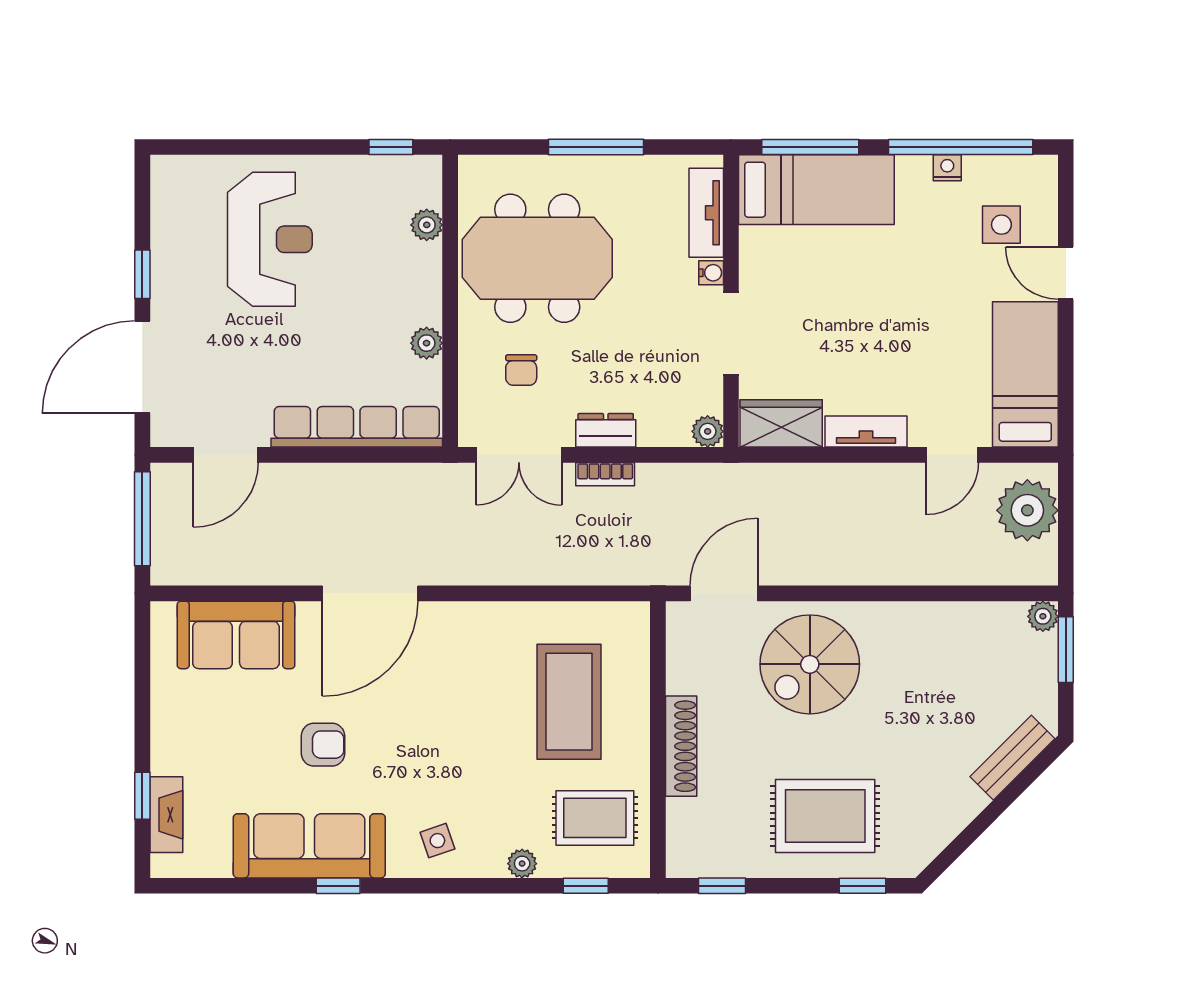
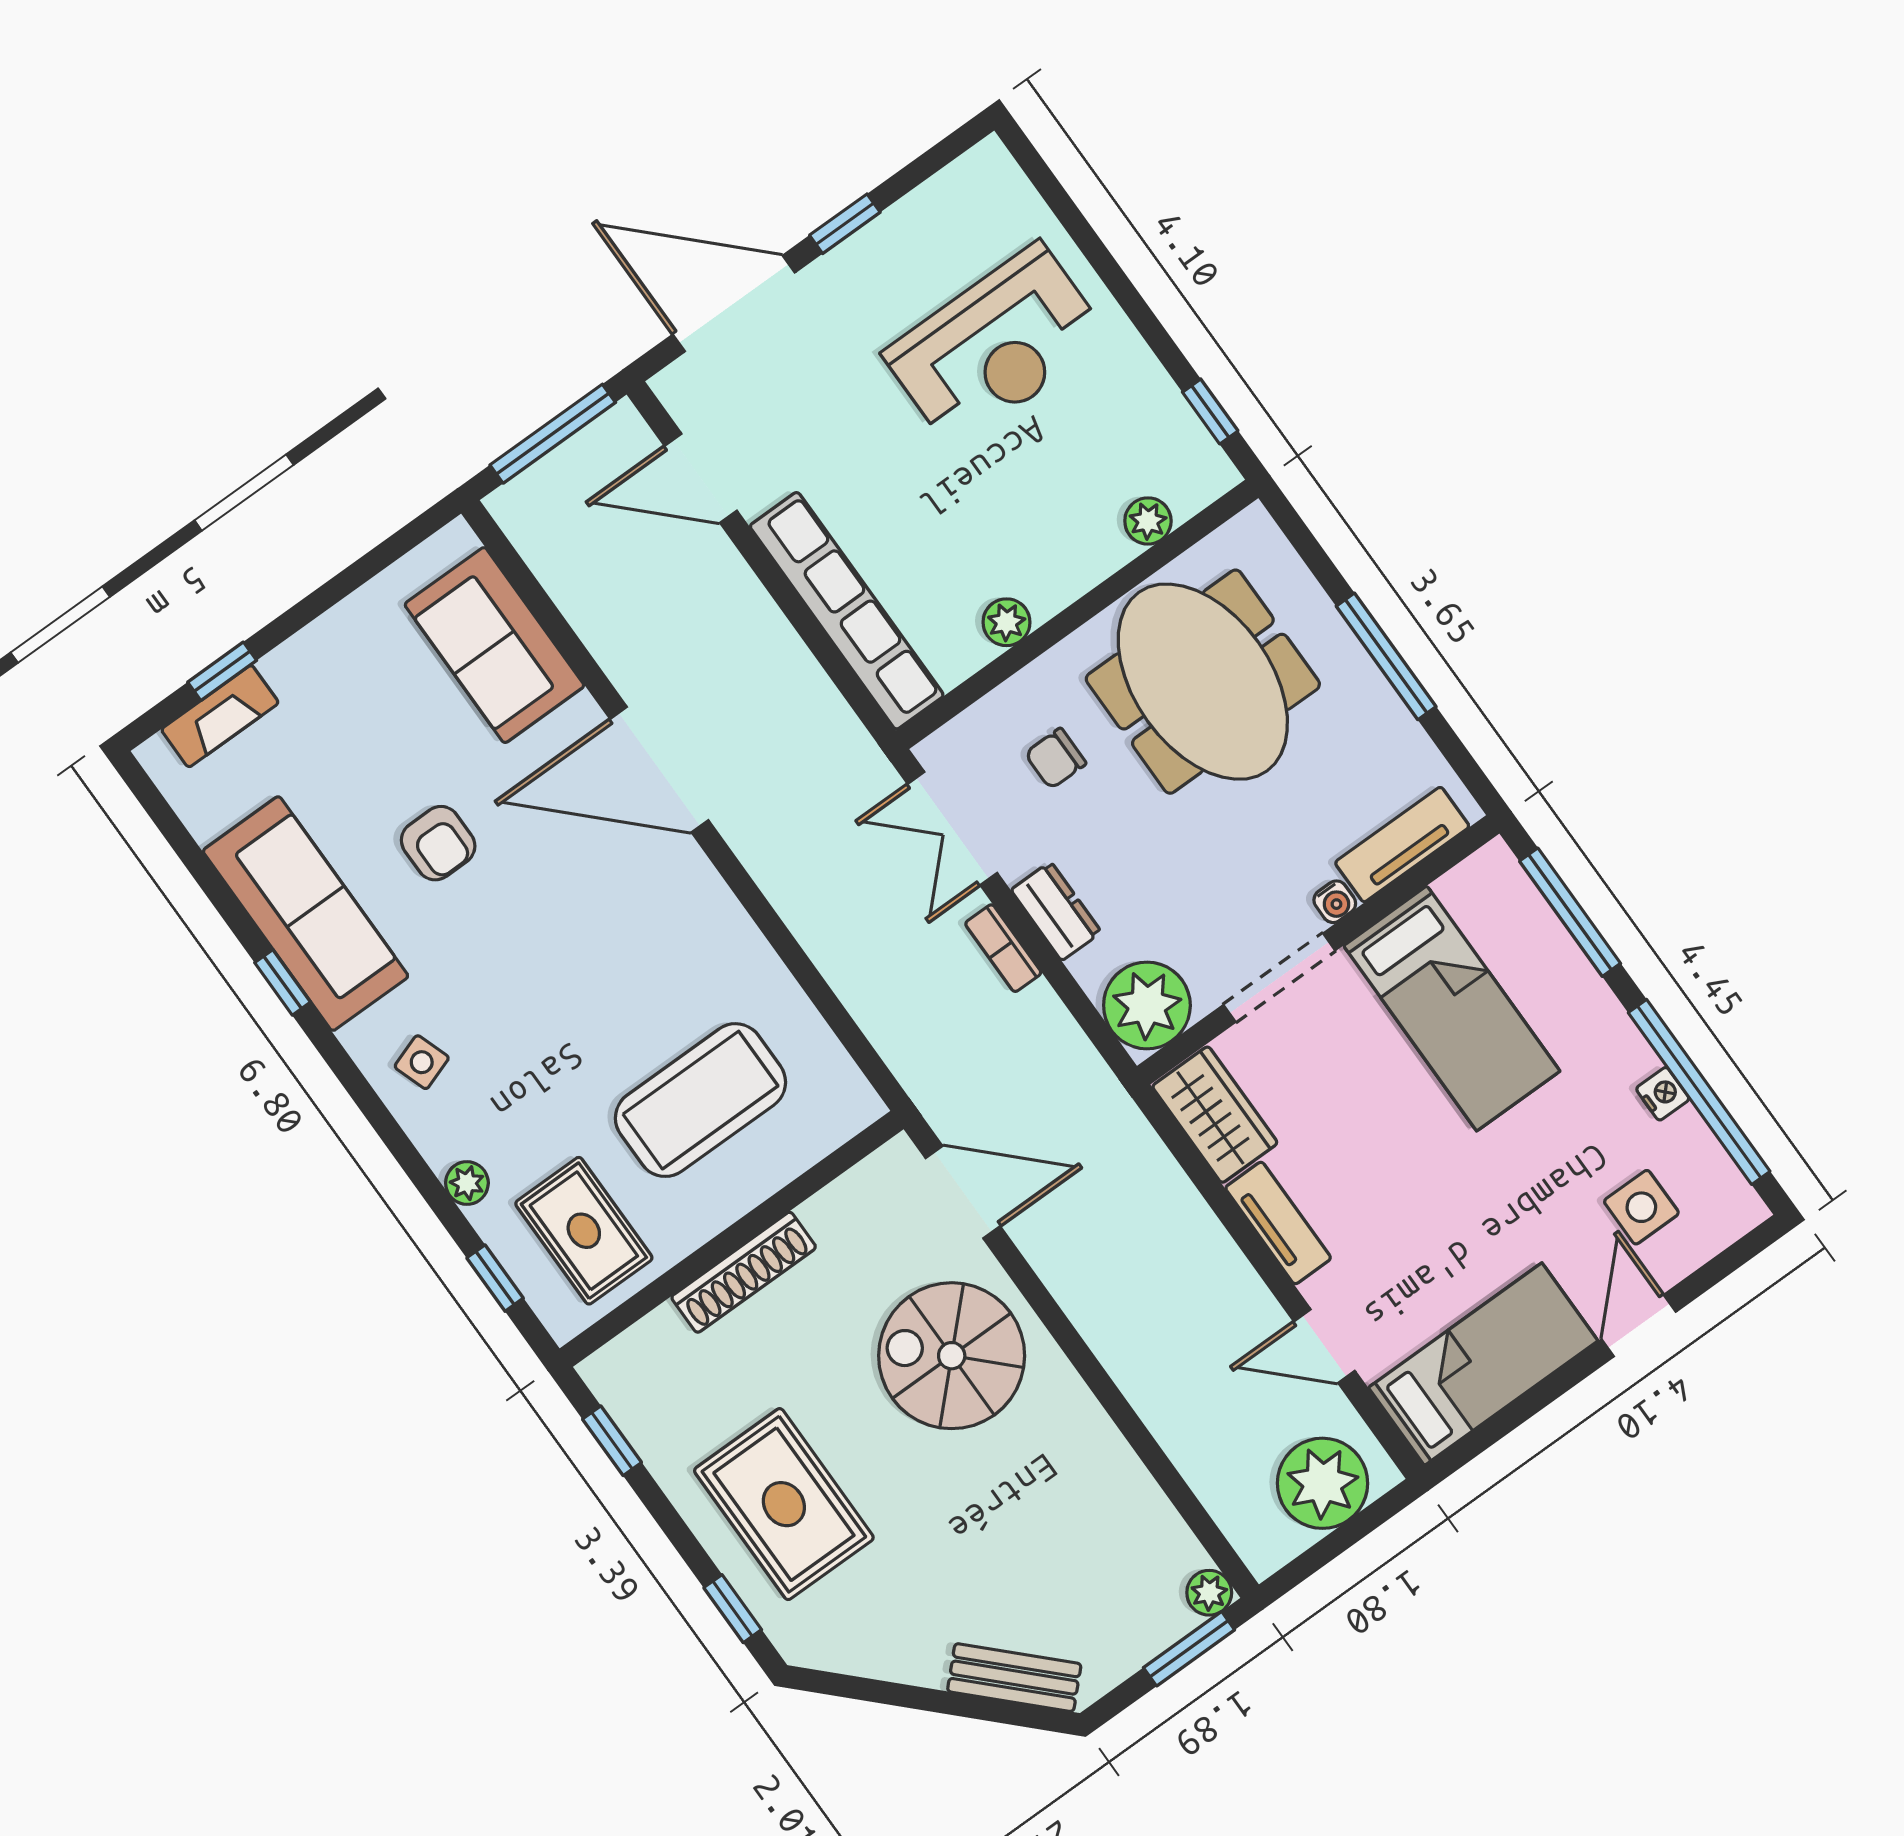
bed: (816, 190) -> (1452, 1008), moved
plant: (708, 431) -> (1147, 1005), width x1.88, depth x1.88

